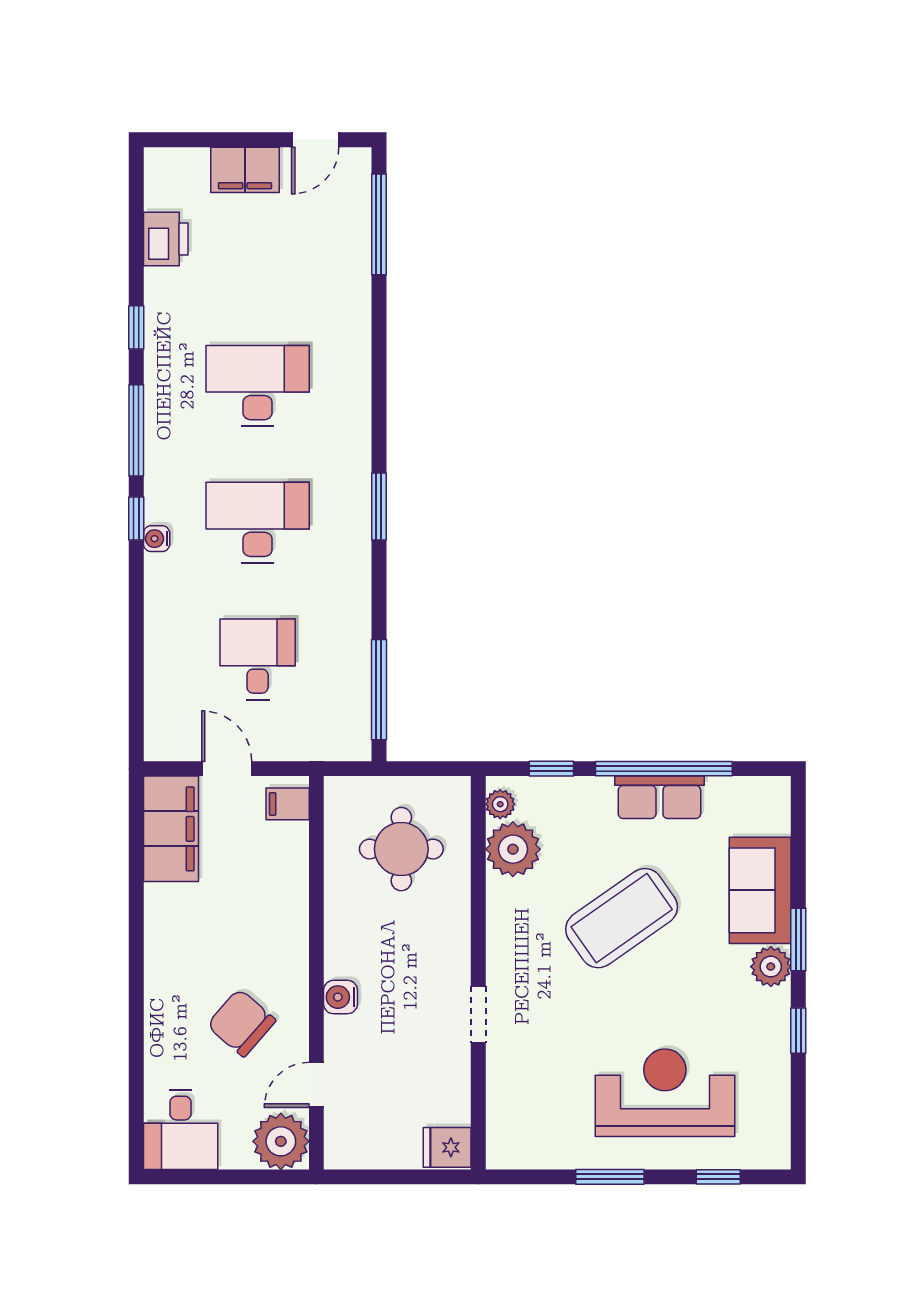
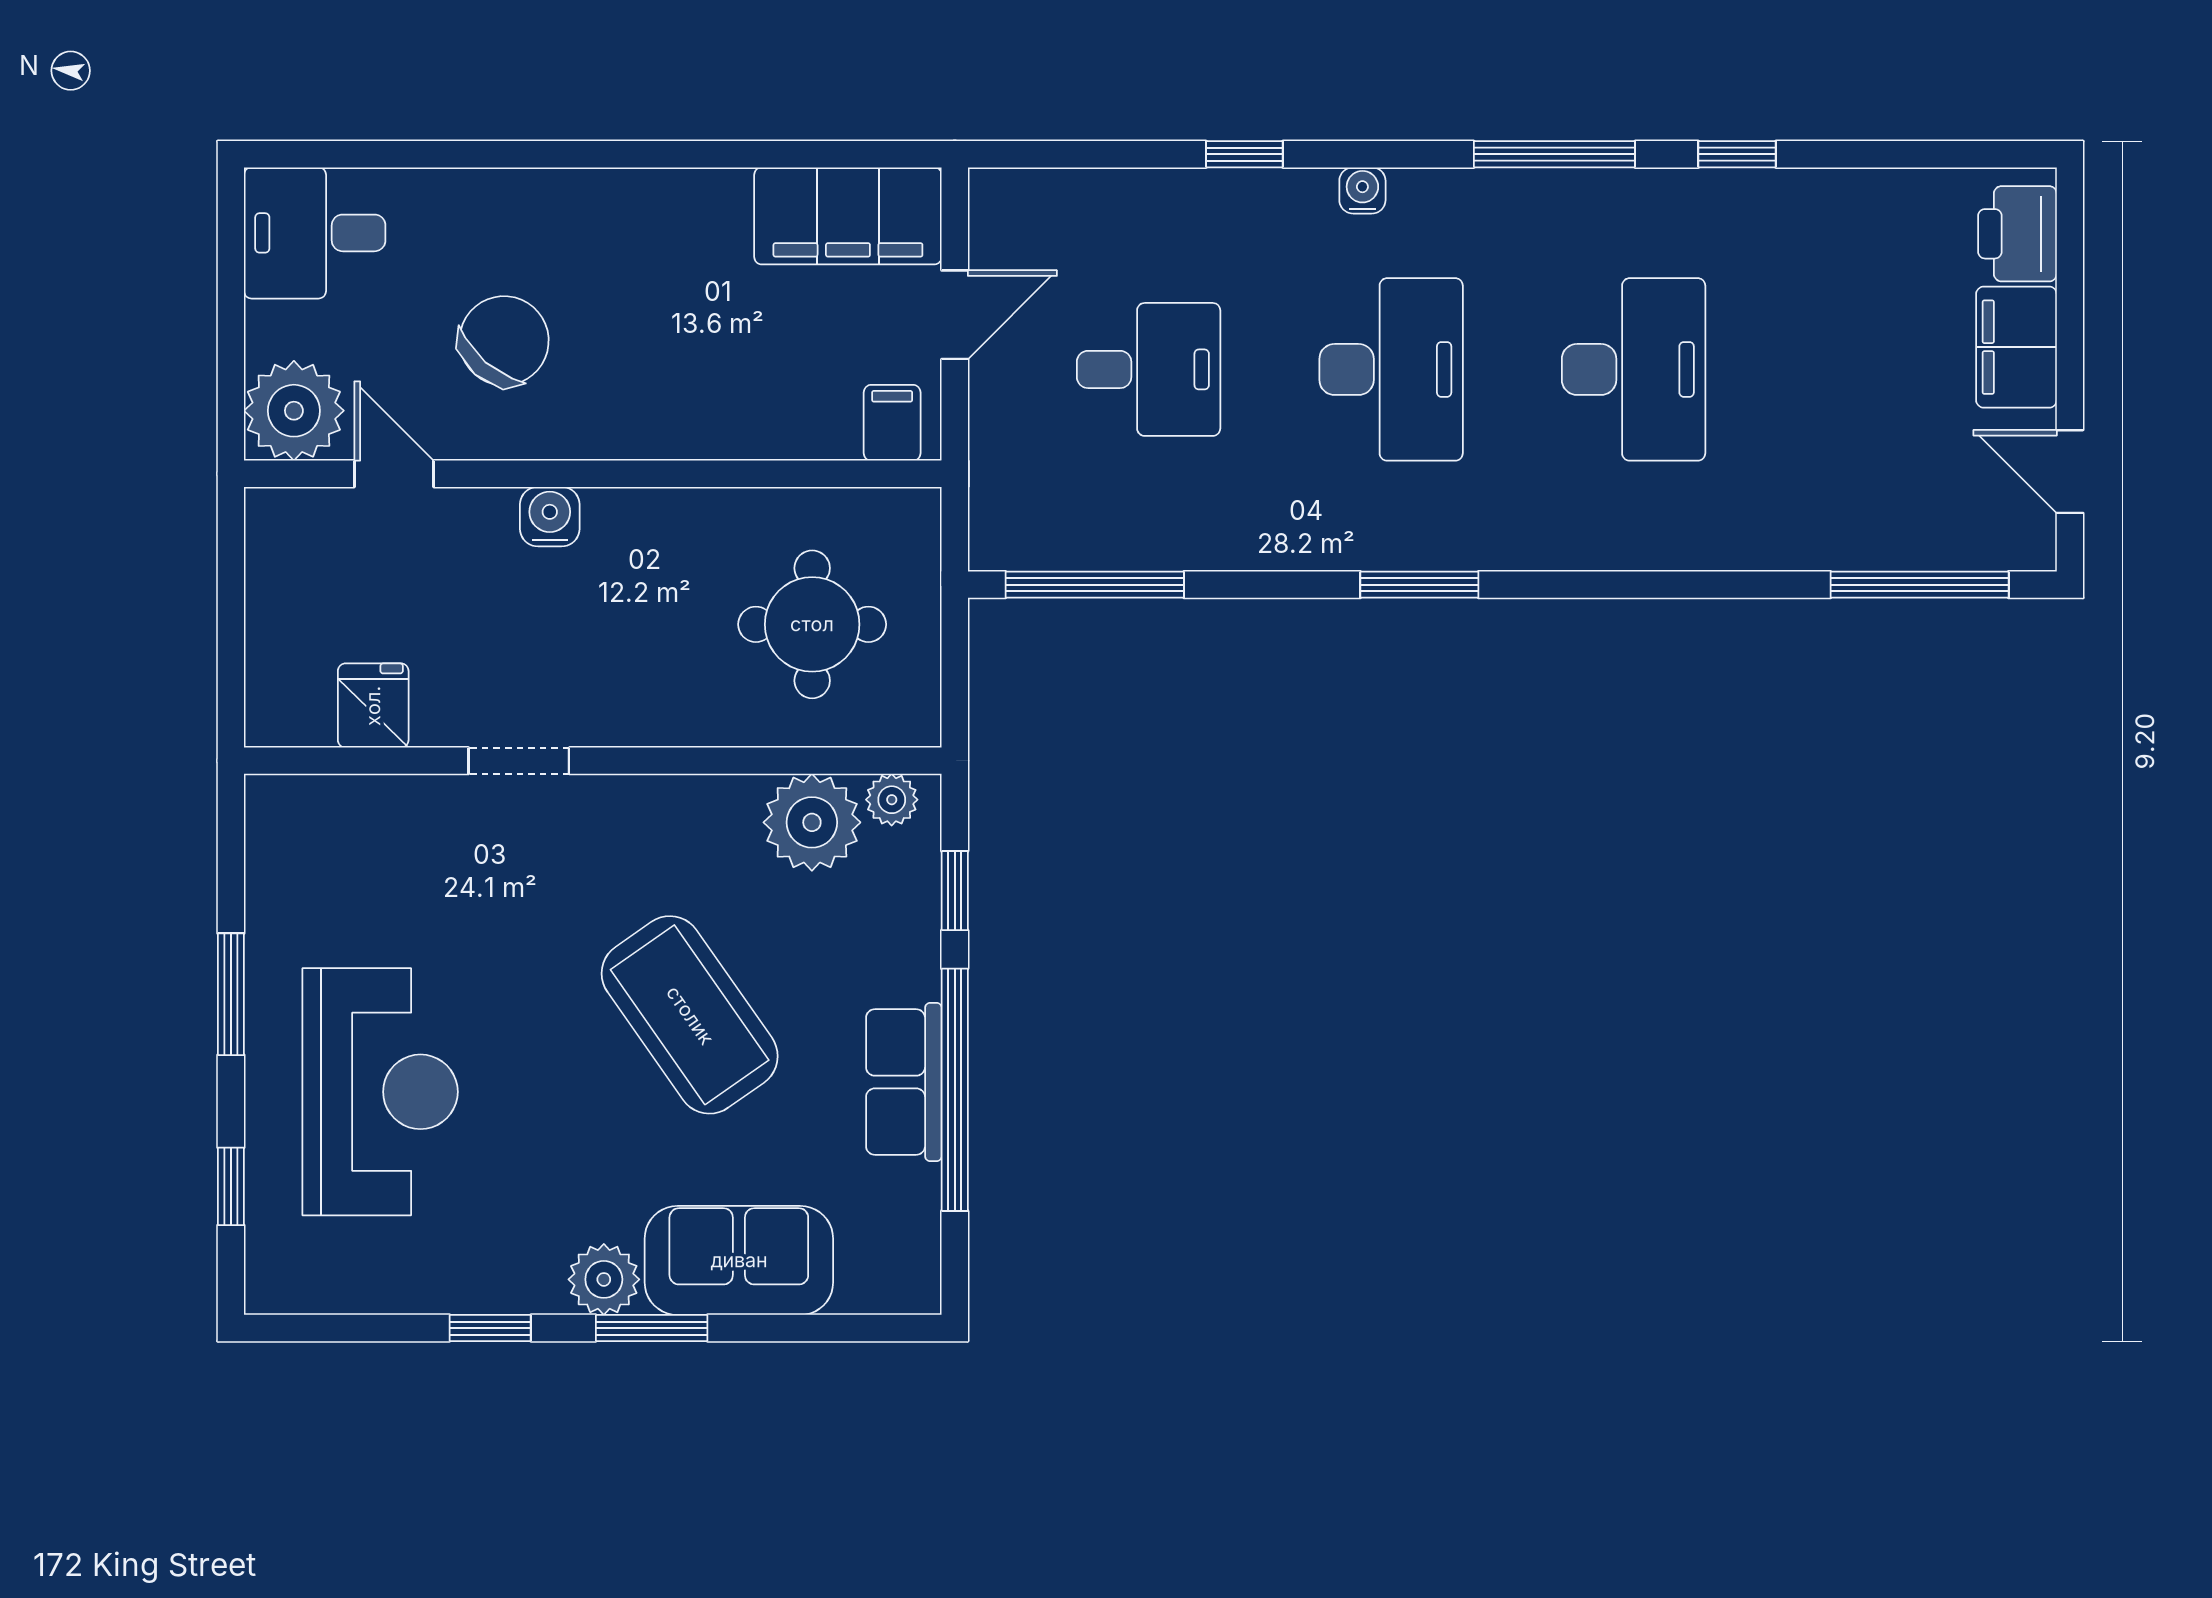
printer: (166, 239) -> (2017, 234), moved, turned 90
window: (136, 519) -> (1244, 154), moved
fridge: (447, 1147) -> (373, 706), moved

